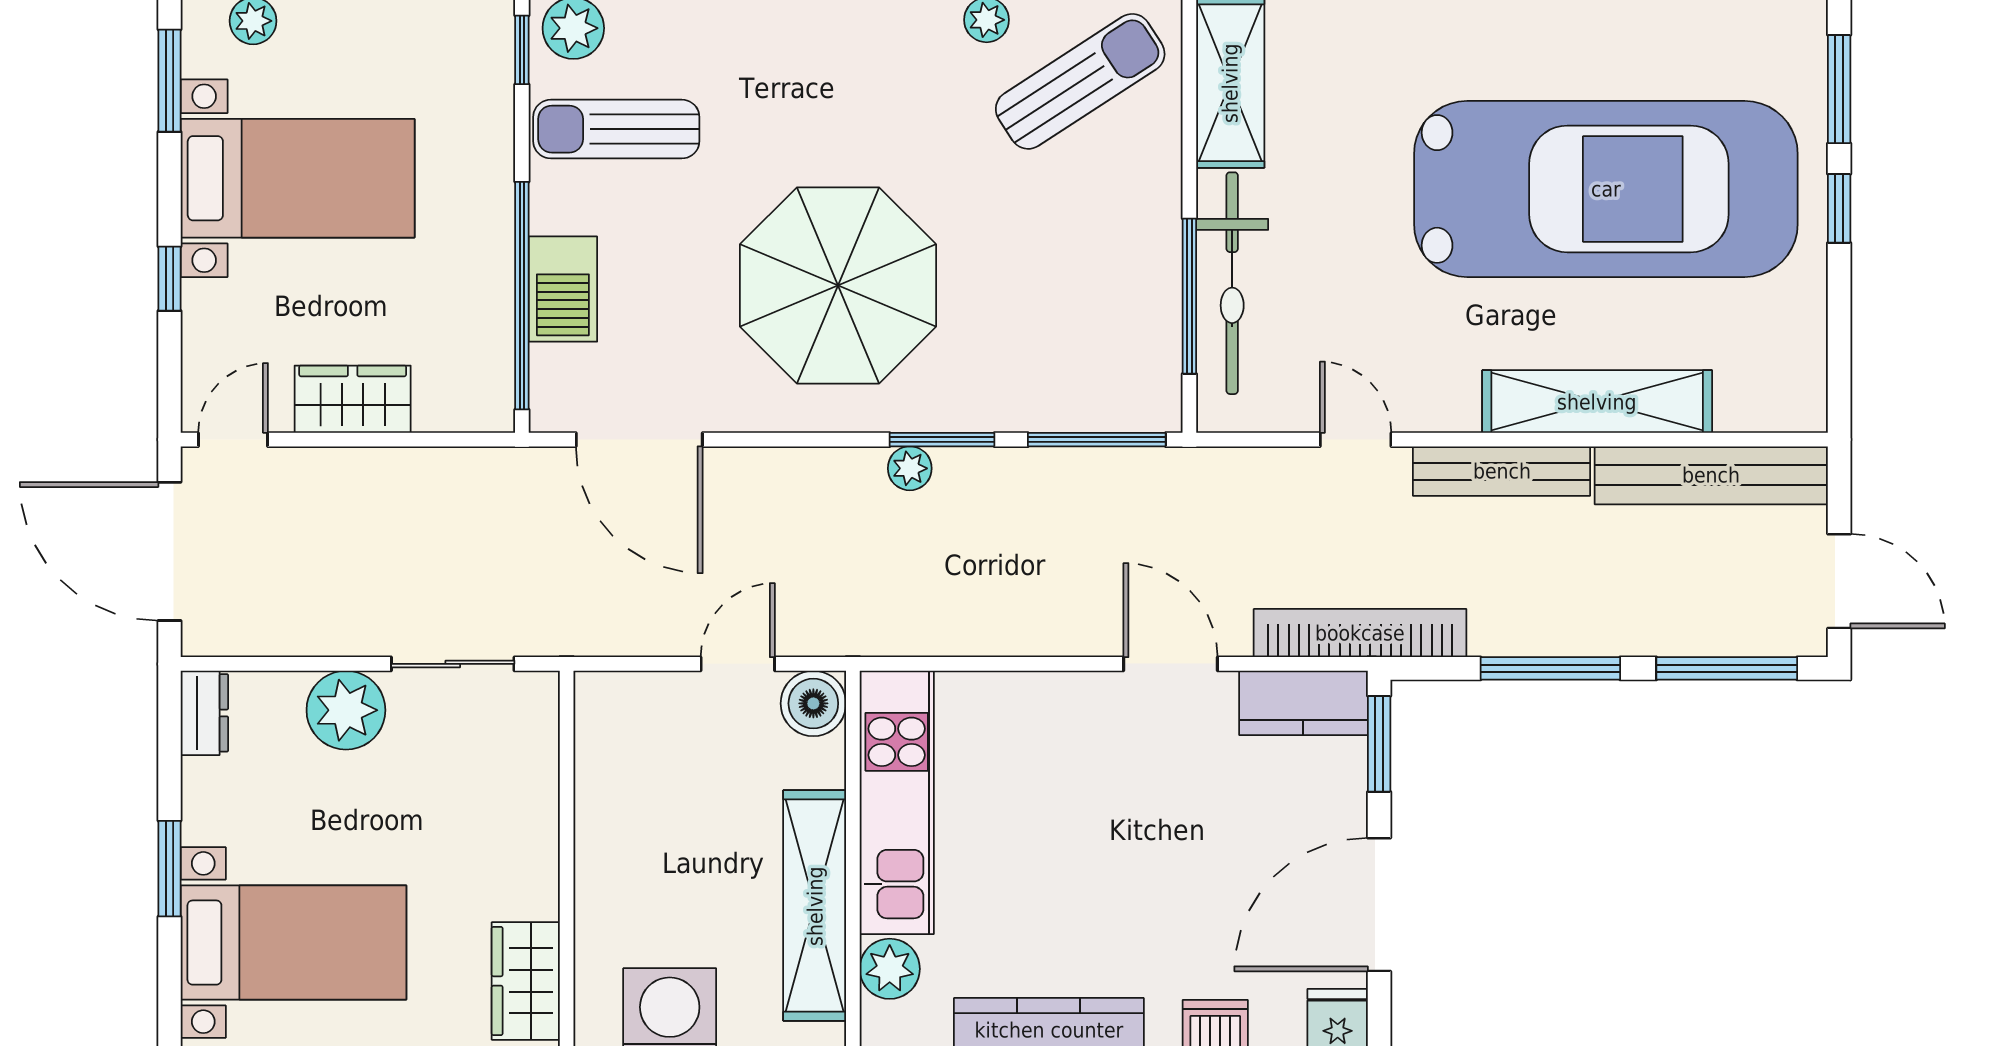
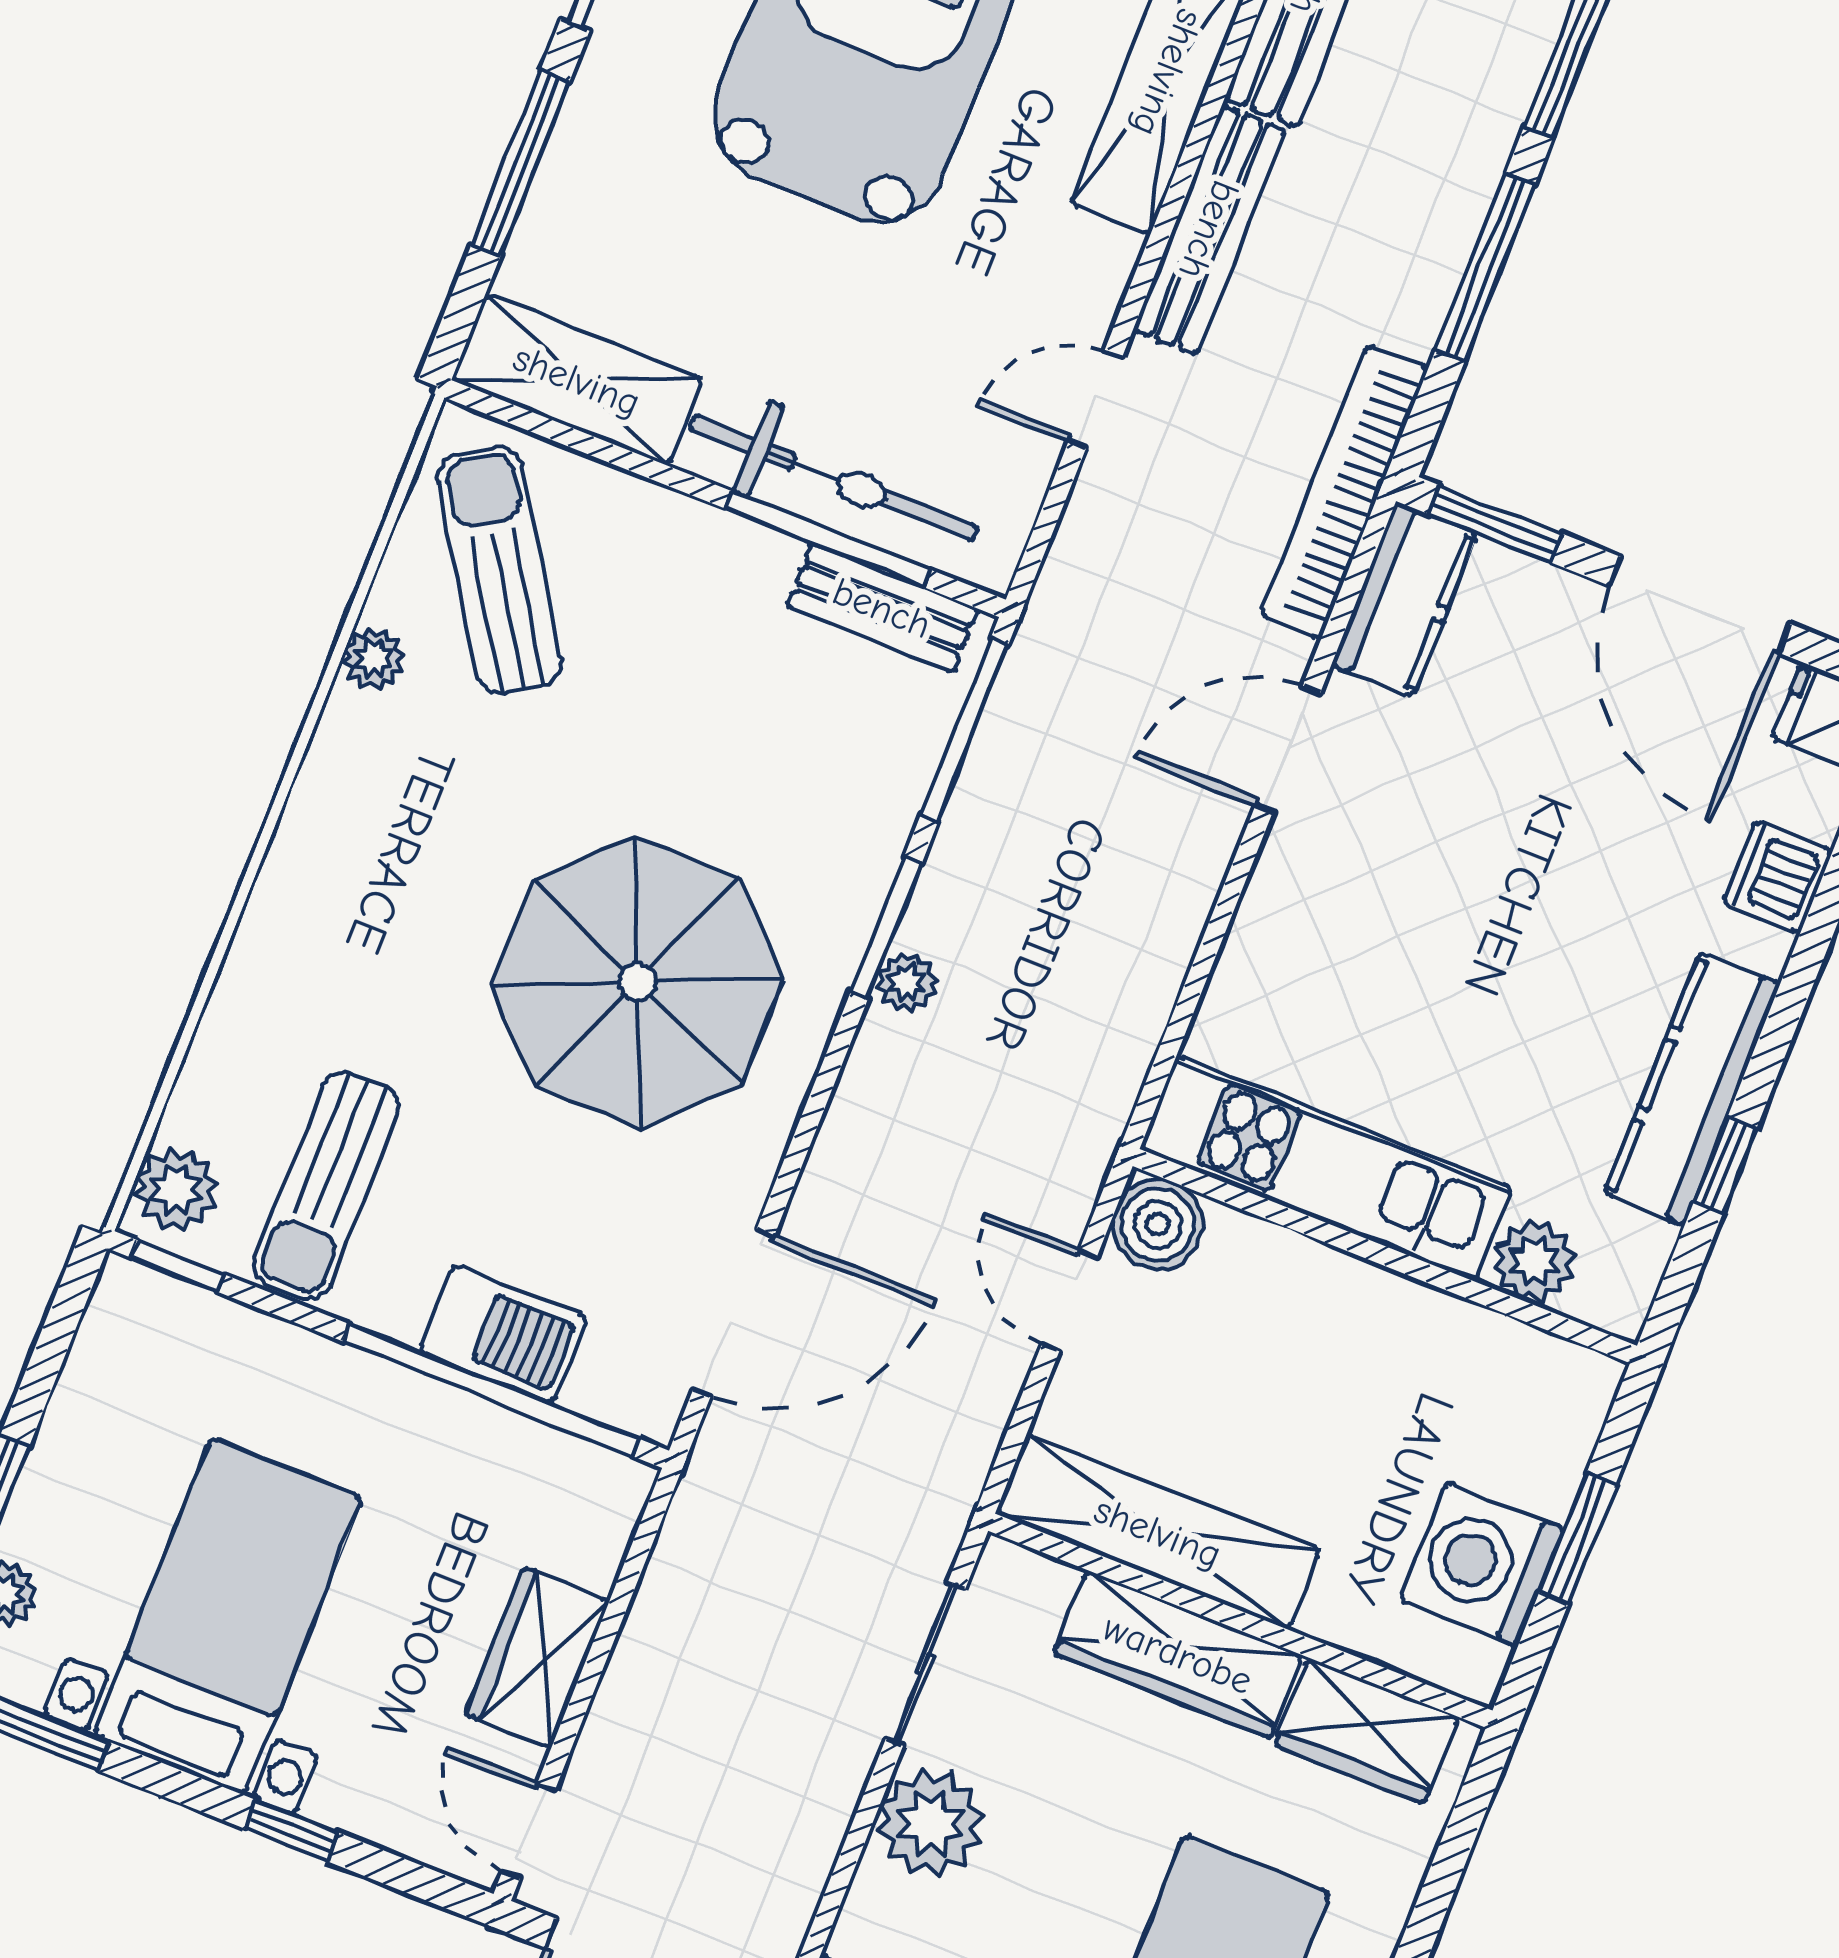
bench: (1158, 351) -> (882, 608), added
wardrobe: (527, 833) -> (1178, 1654), added
shelving: (815, 906) -> (1158, 1532), moved

